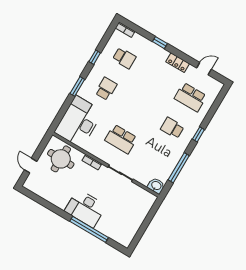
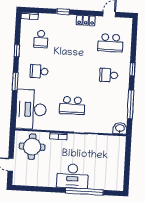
school desk: (124, 58) -> (41, 39), turned 90
school desk: (106, 89) -> (39, 71), turned -90

